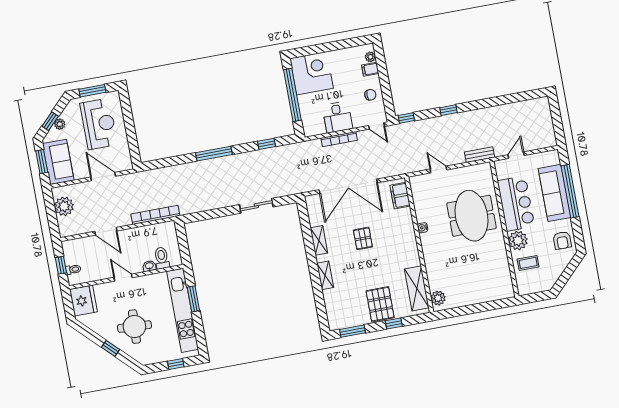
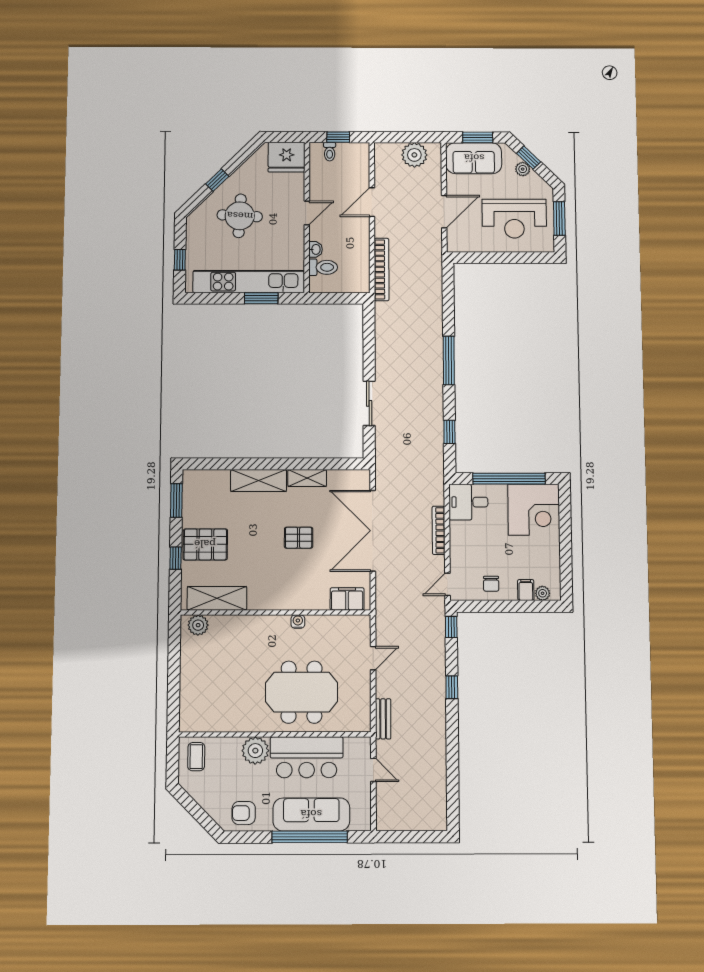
desk: (337, 117) -> (468, 502), moved
coffee table: (528, 263) -> (196, 757), moved
shelving: (325, 275) -> (259, 481), width x1.50, depth x1.33

